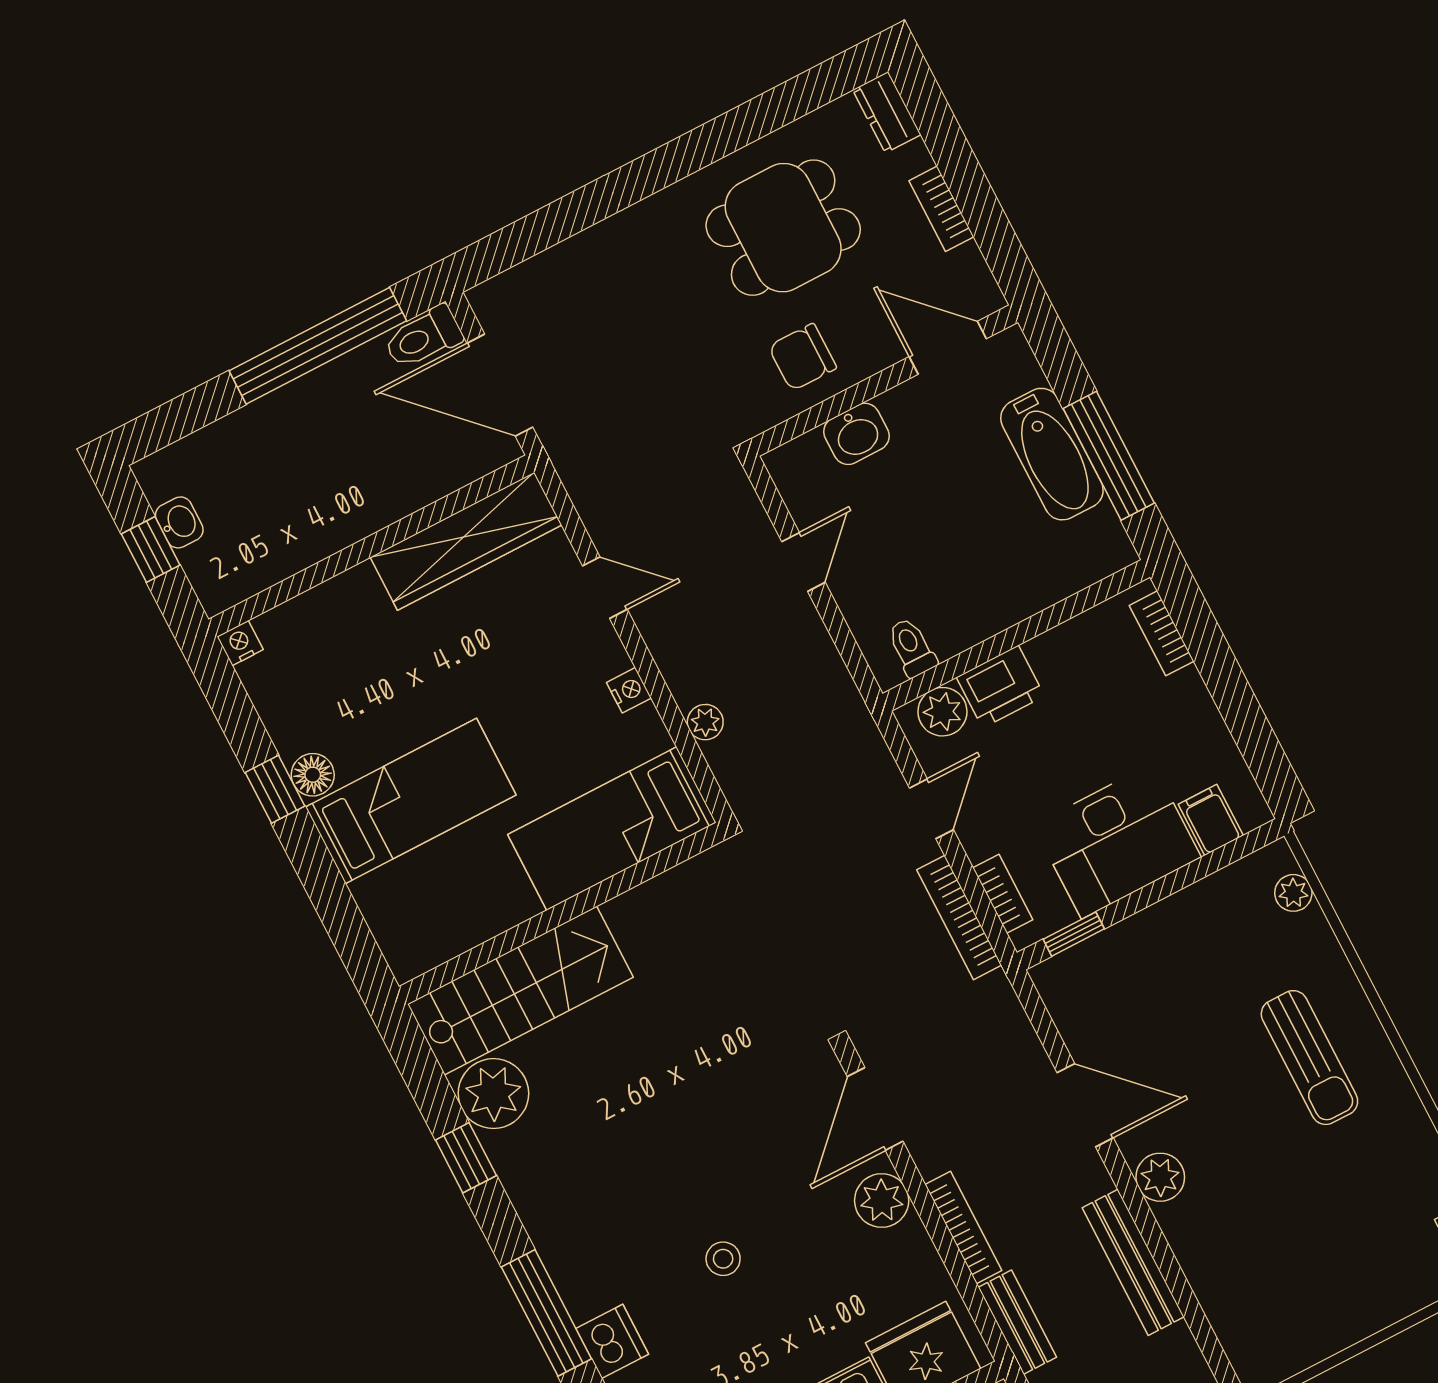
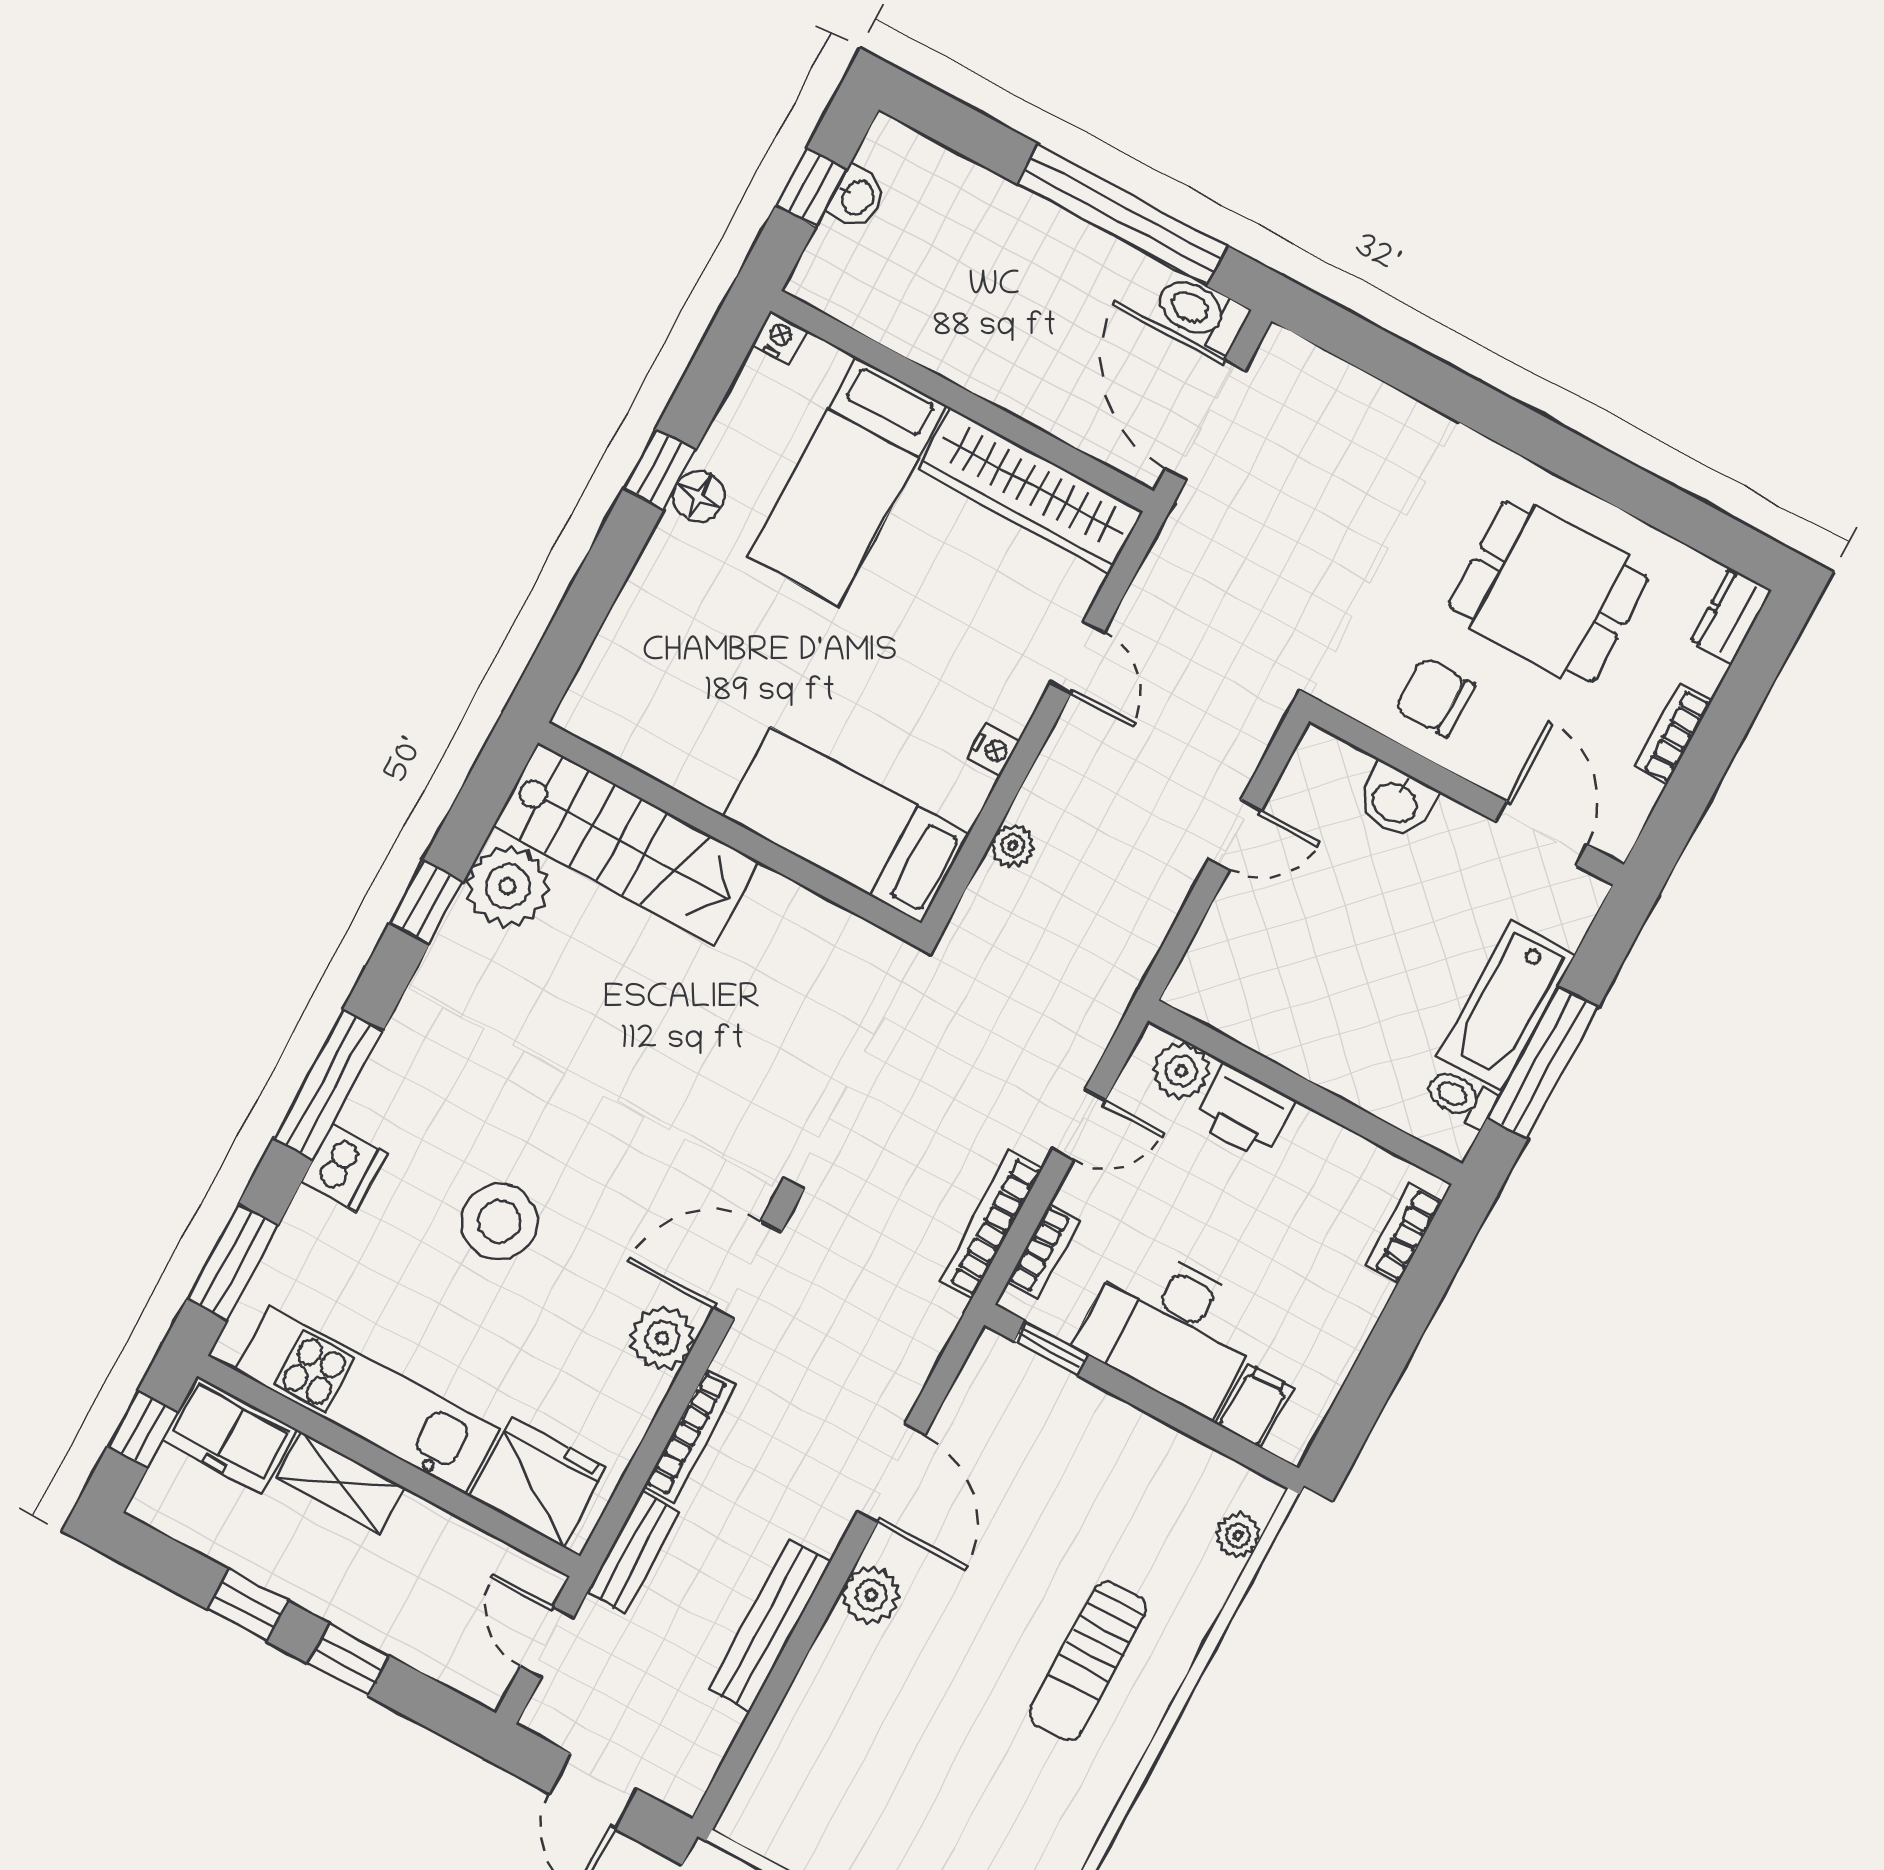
toilet: (912, 647) -> (1461, 1098), moved, turned -90
bed: (411, 801) -> (847, 481), moved, turned 90
stool: (723, 1259) -> (499, 1221), width x1.89, depth x1.89

